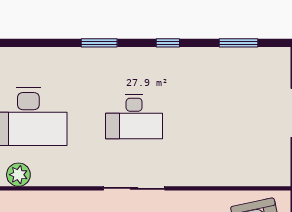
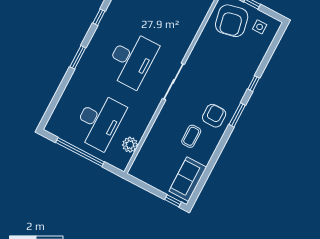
desk: (134, 117) -> (132, 59), width x1.36, depth x1.30

